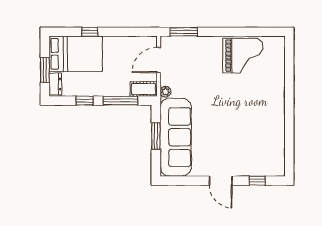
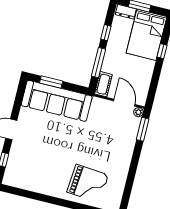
grand piano: (243, 56) -> (88, 184), moved, turned -85
plant: (165, 92) -> (138, 112), moved
window: (156, 136) -> (51, 82), moved

